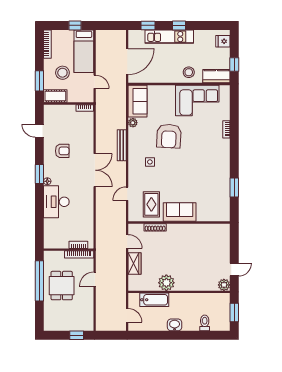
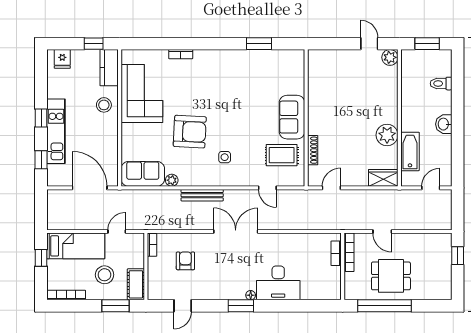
armchair: (62, 151) -> (185, 261), moved
wardrobe: (135, 264) -> (383, 178), moved

